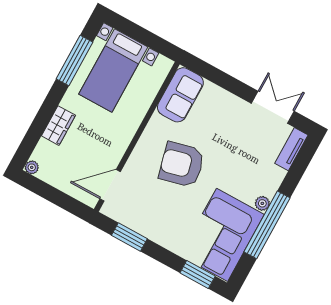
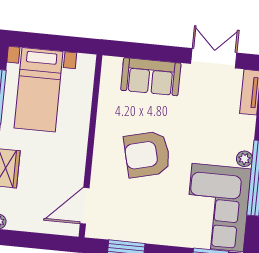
sofa: (180, 95) -> (151, 77), moved, turned 90

